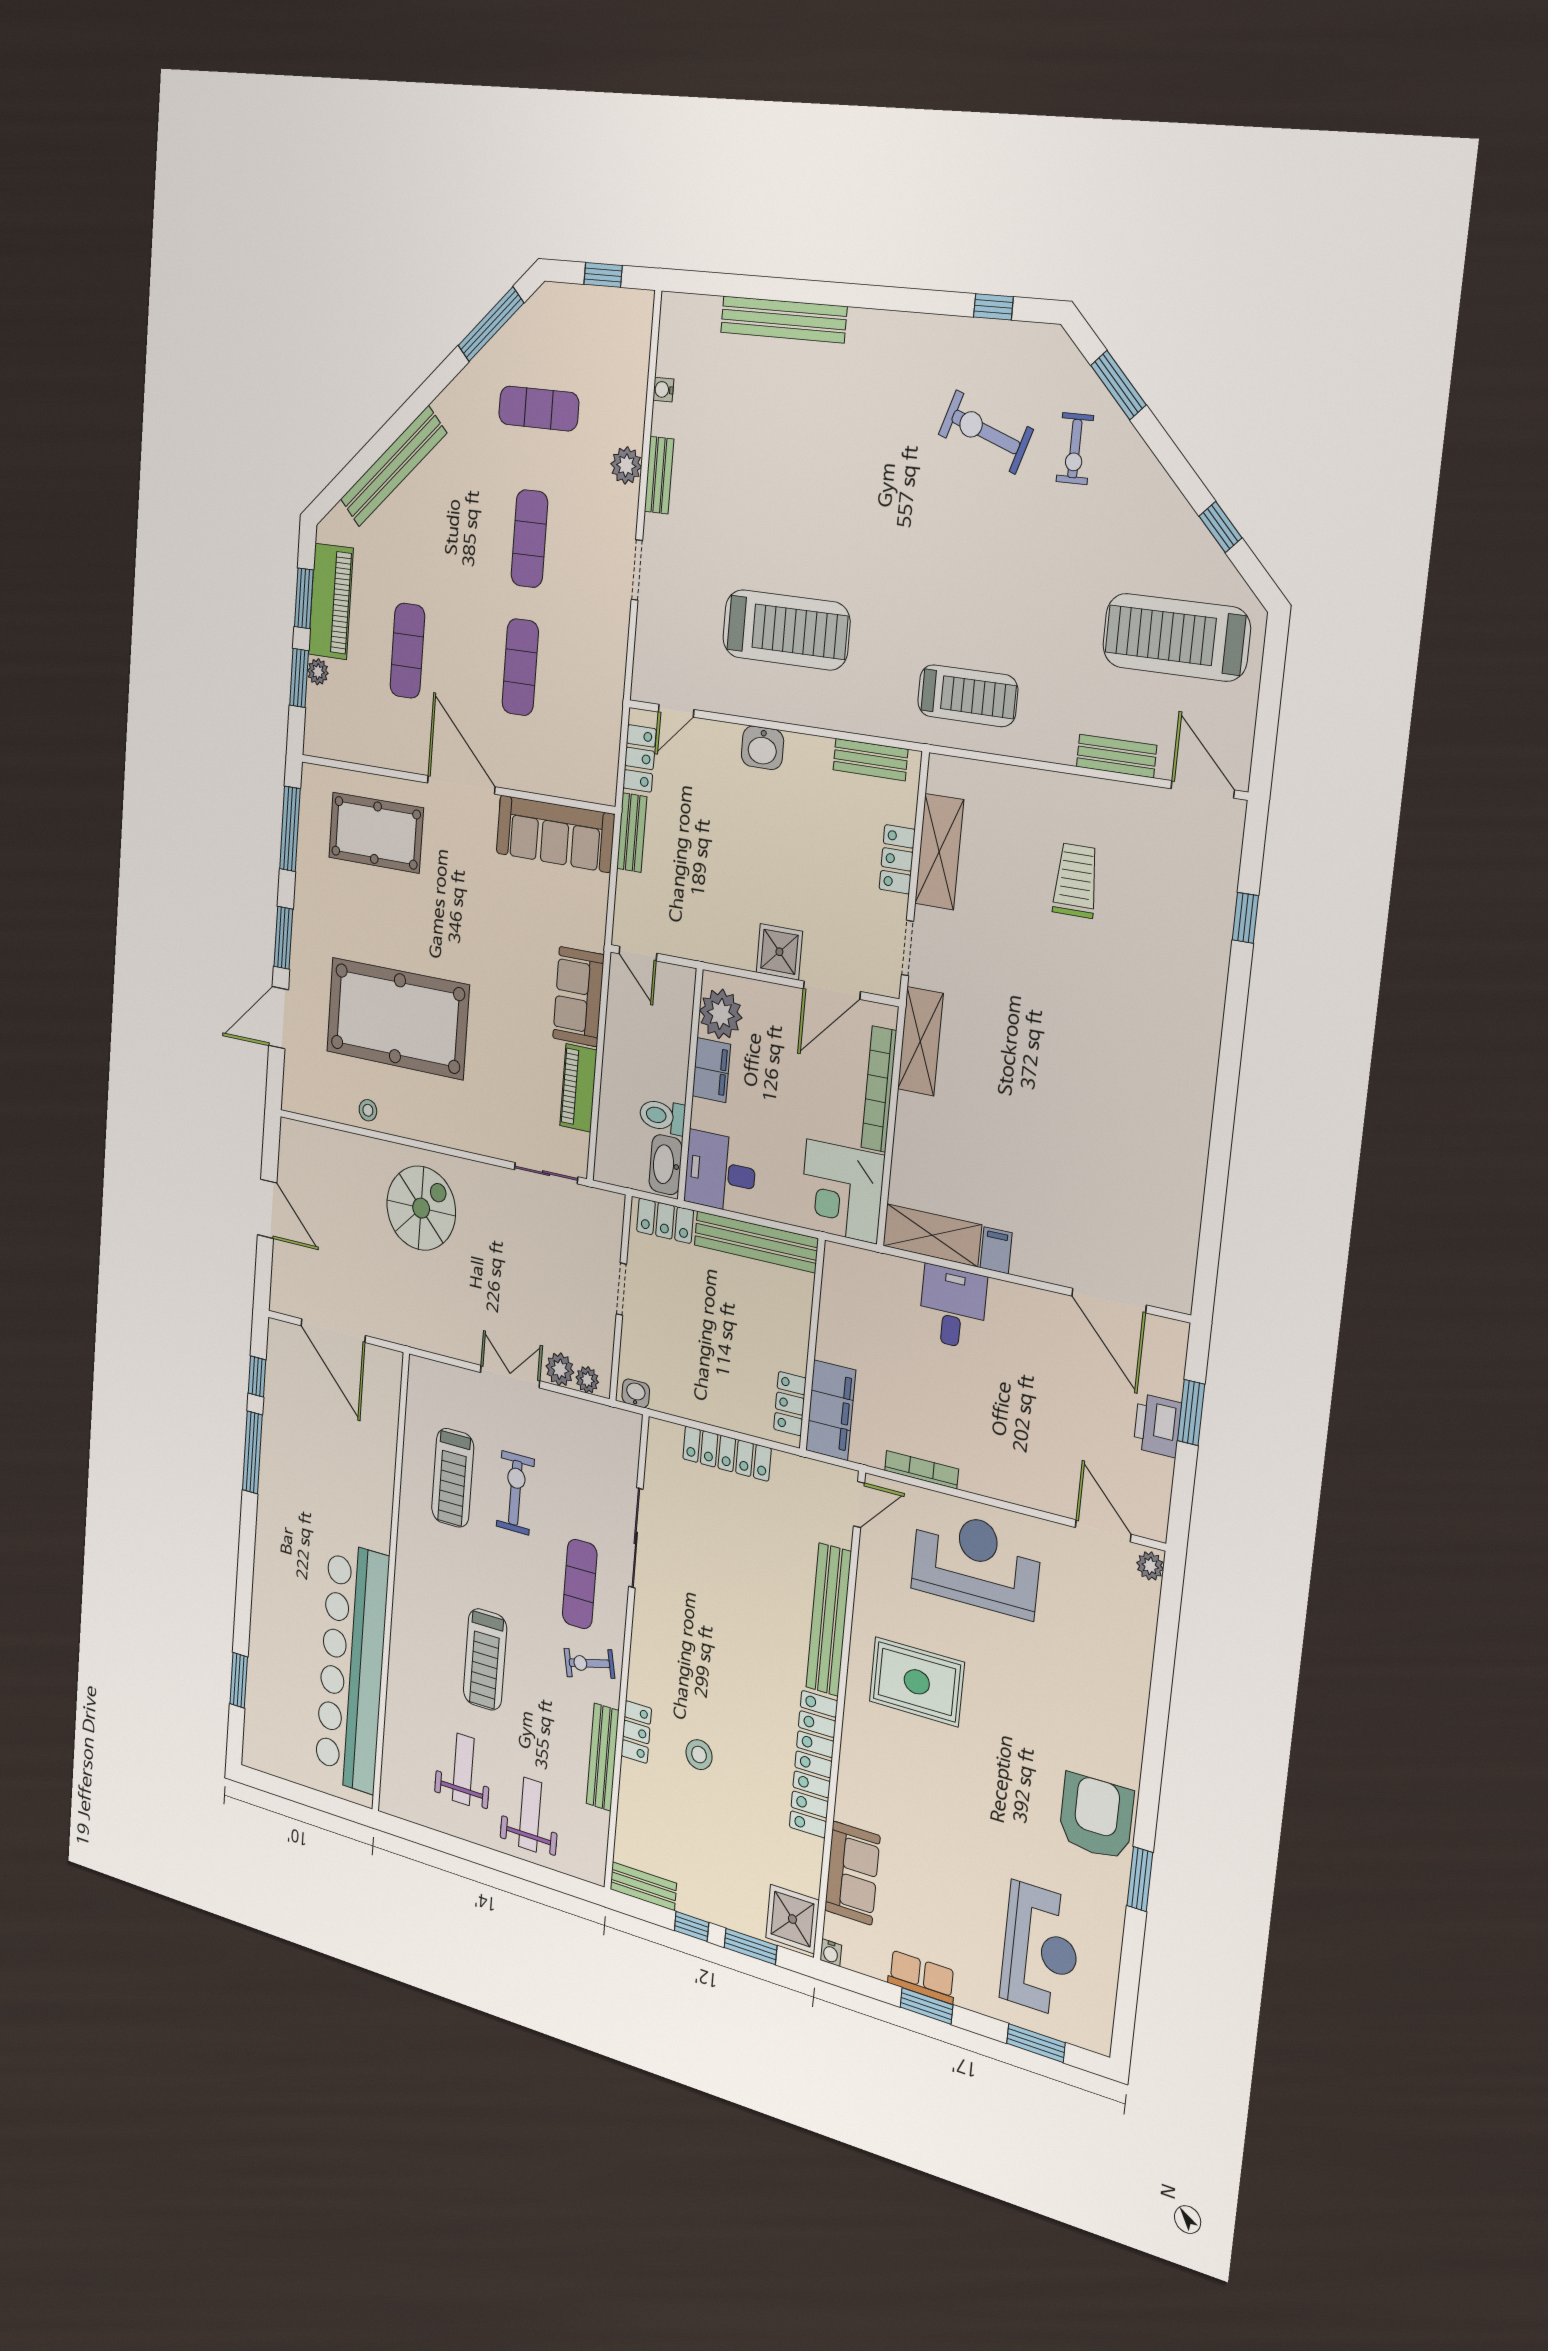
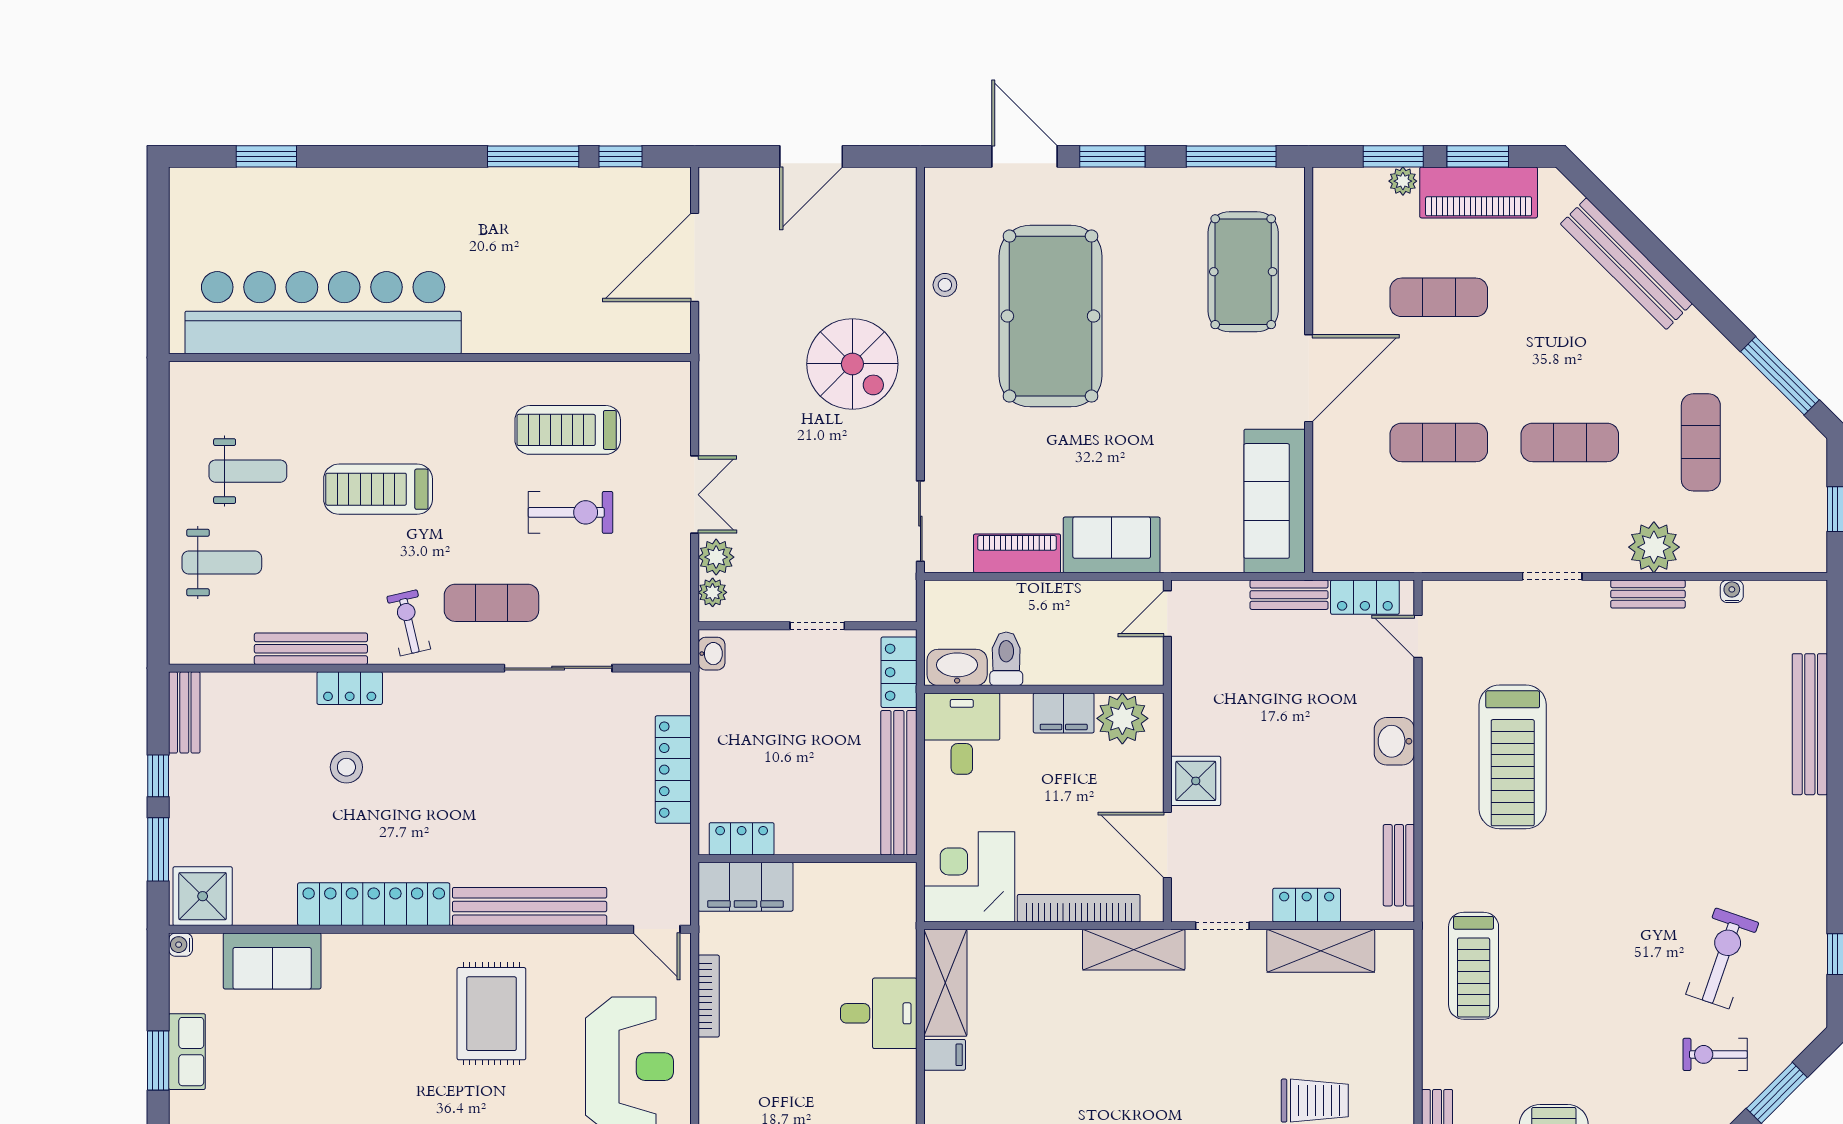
plant: (626, 465) -> (1654, 547), width x1.36, depth x1.36

